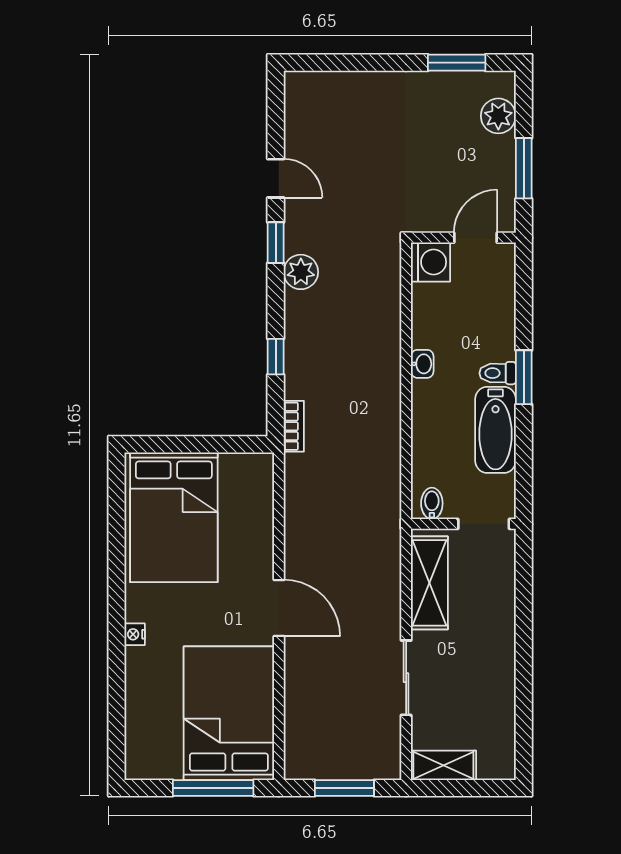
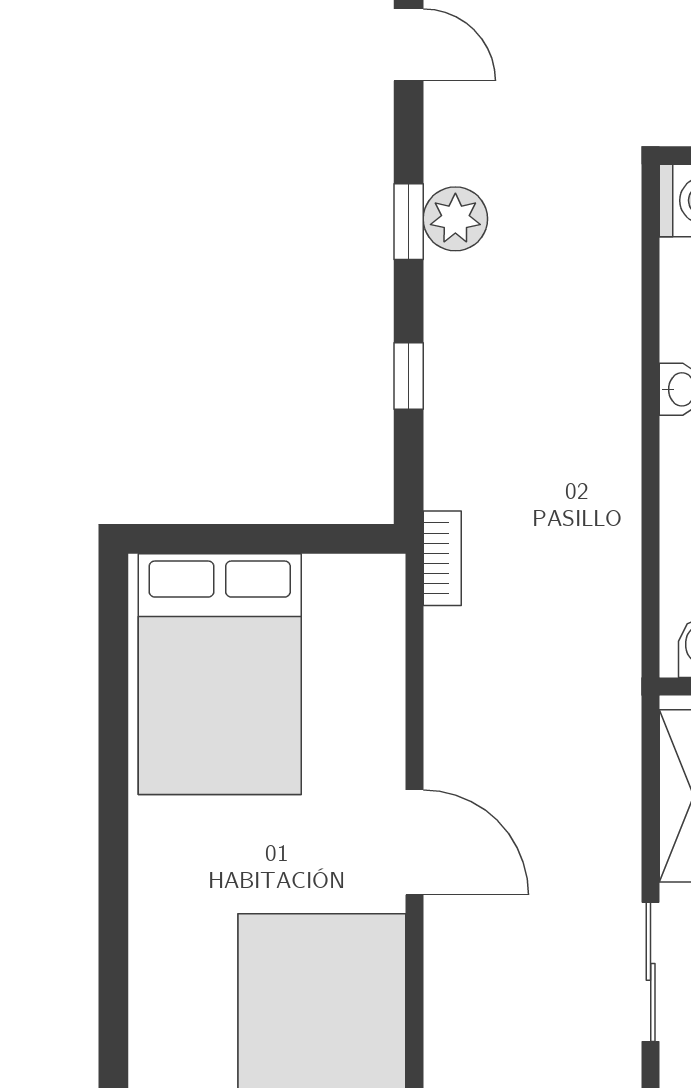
window: (276, 243) -> (409, 222), moved
bookcase: (294, 426) -> (442, 558), moved
nightstand: (135, 634) -> (147, 891), removed

